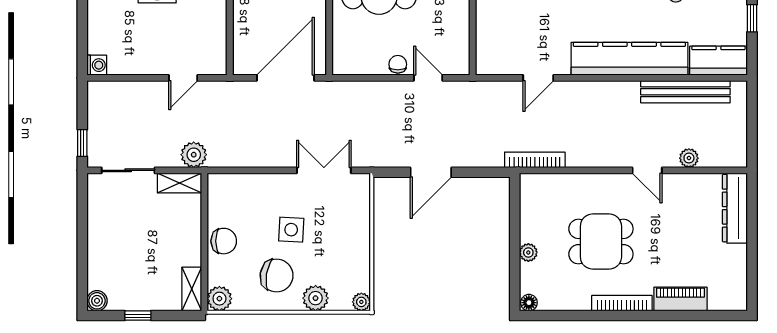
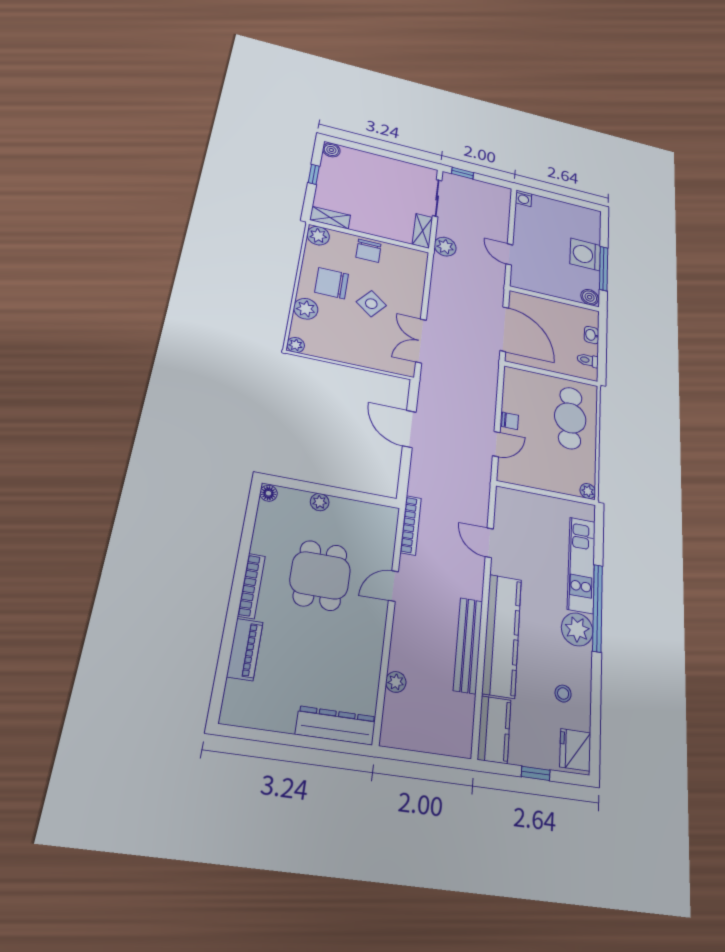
bench: (685, 92) -> (468, 645), moved
double door: (324, 170) -> (421, 341), swing flipped
door: (647, 170) -> (393, 586), moved
side table: (291, 230) -> (371, 304), turned 36
chair: (277, 276) -> (332, 283), turned 81

